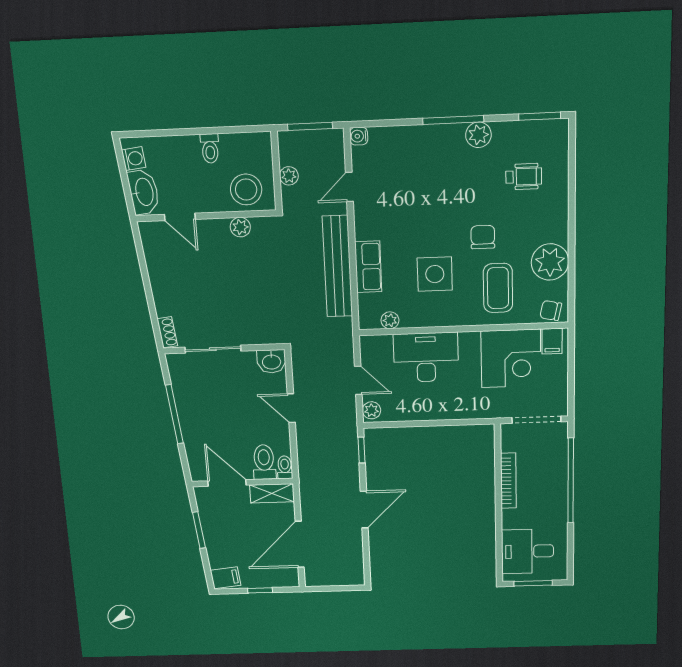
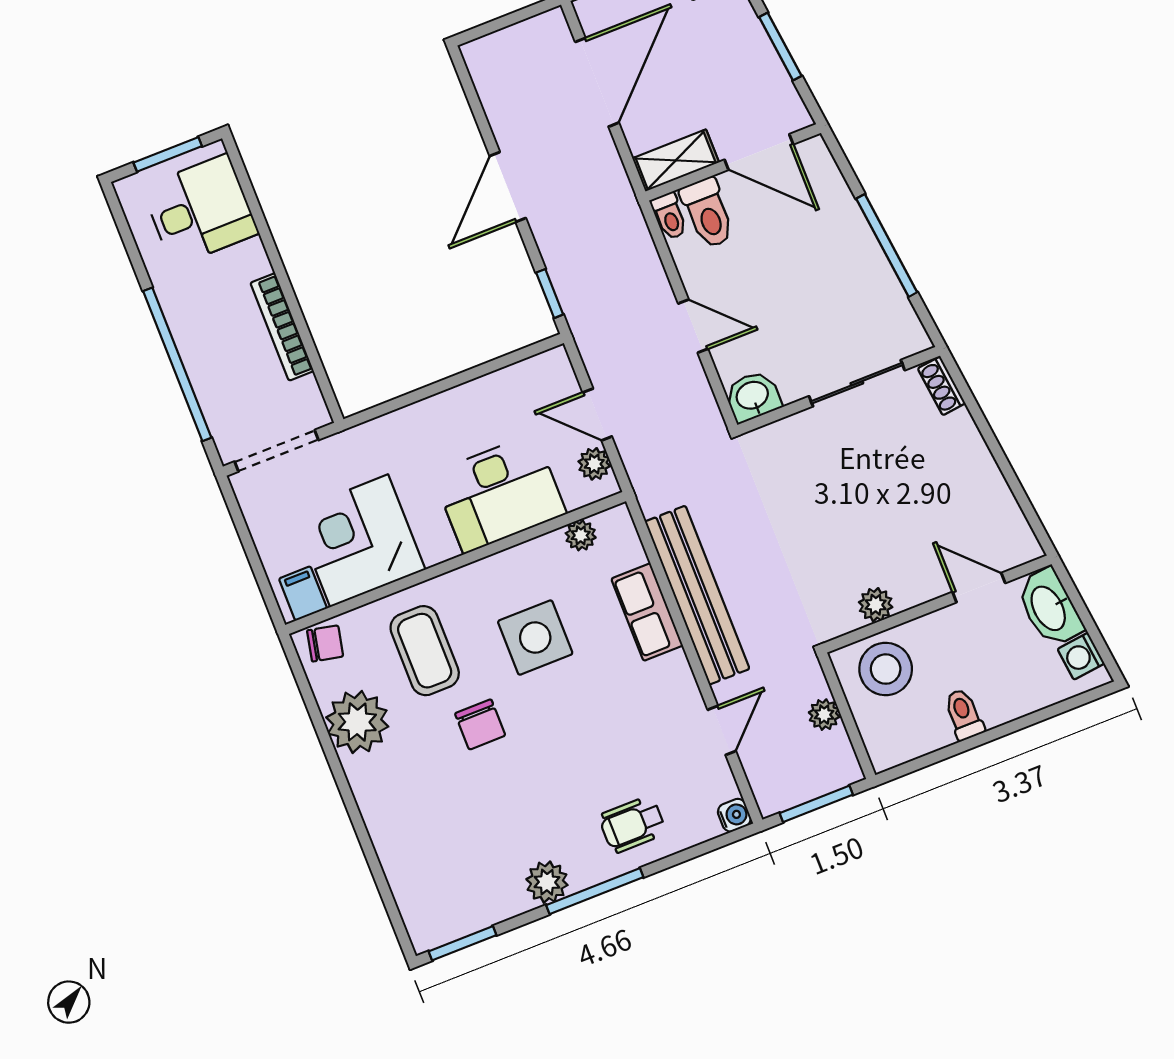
wheelchair: (524, 177) -> (632, 824), moved
plant: (371, 410) -> (594, 464), moved

